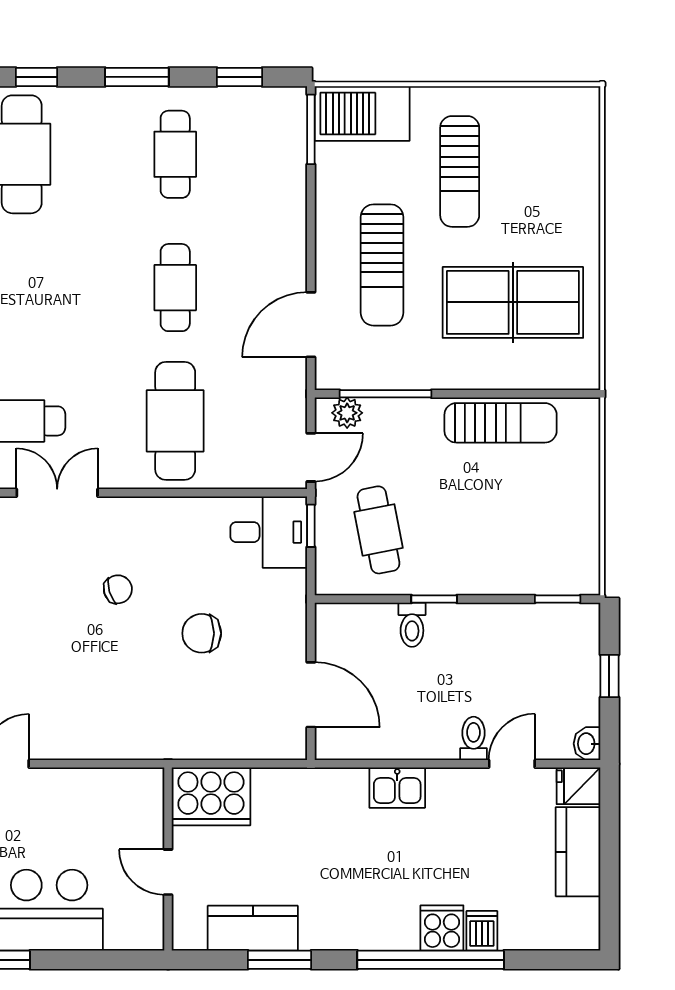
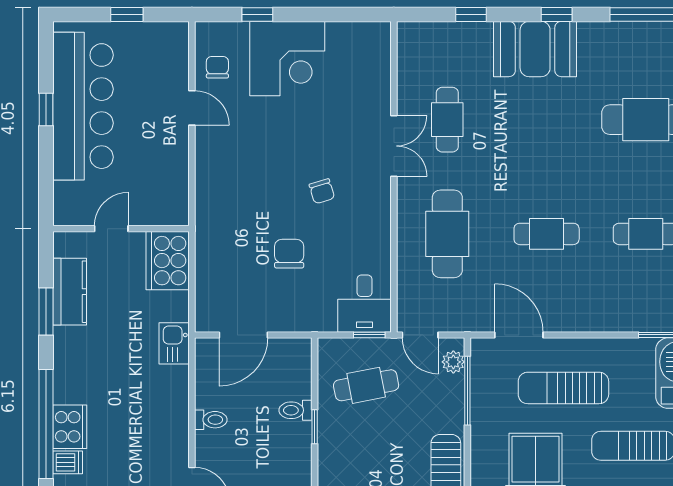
cafe table: (175, 421) -> (447, 234), turned 90
toilet: (474, 738) -> (211, 420), moved
kitchen sink: (397, 788) -> (174, 343), moved
cooker: (442, 928) -> (70, 427), width x1.36

